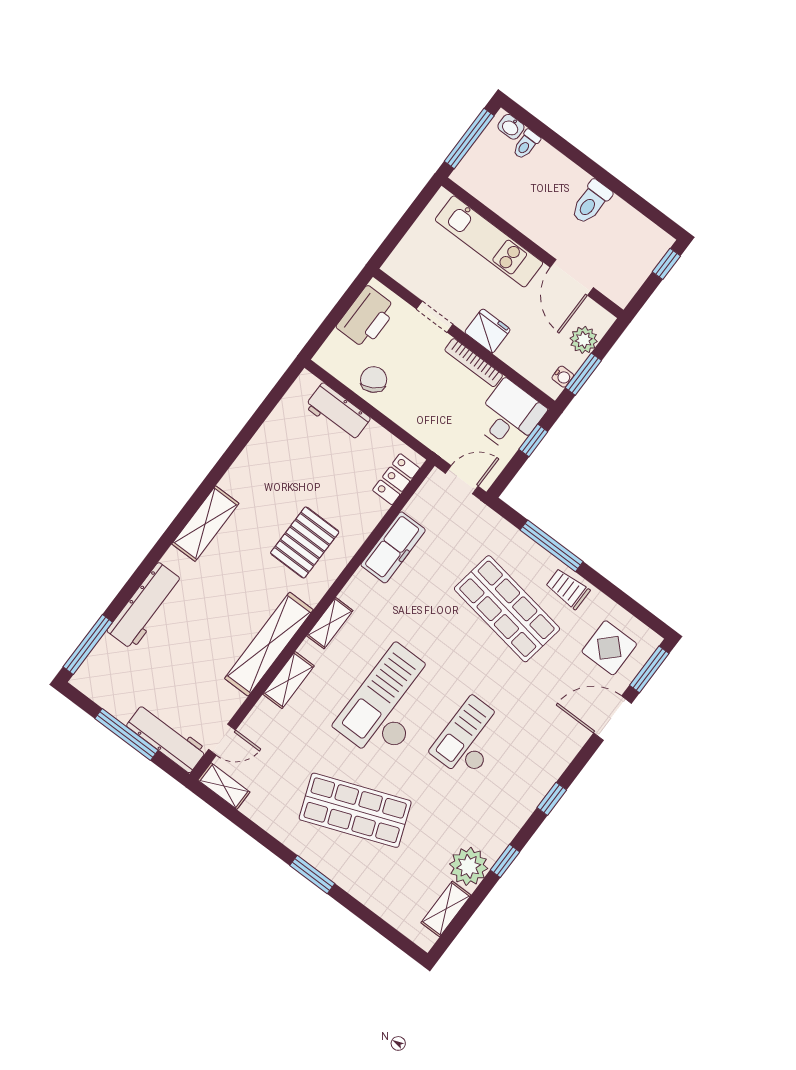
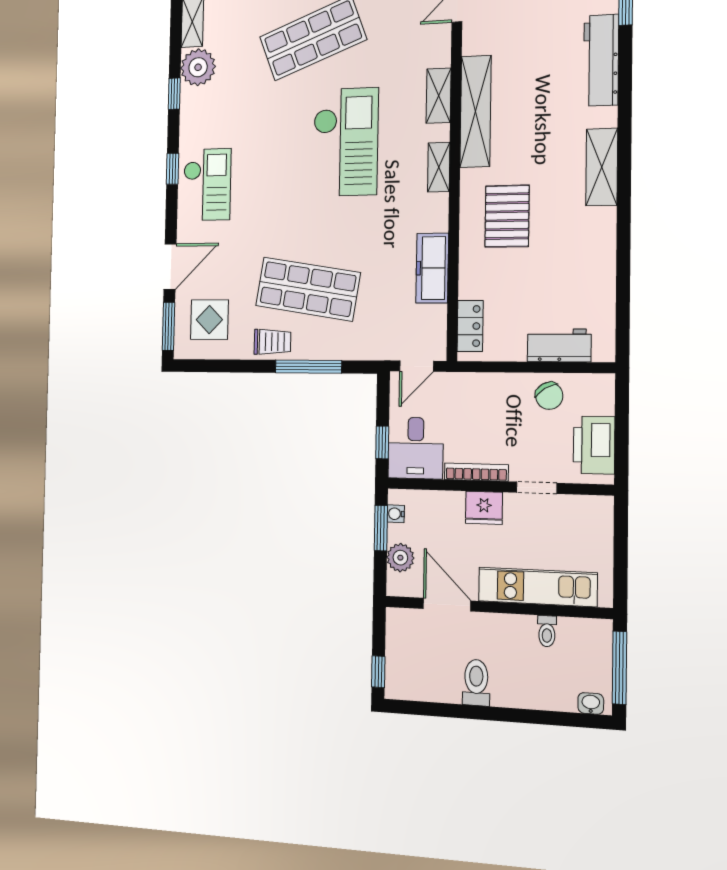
toilet: (526, 144) -> (547, 631), moved, turned 180
checkout: (470, 738) -> (207, 185), moved

